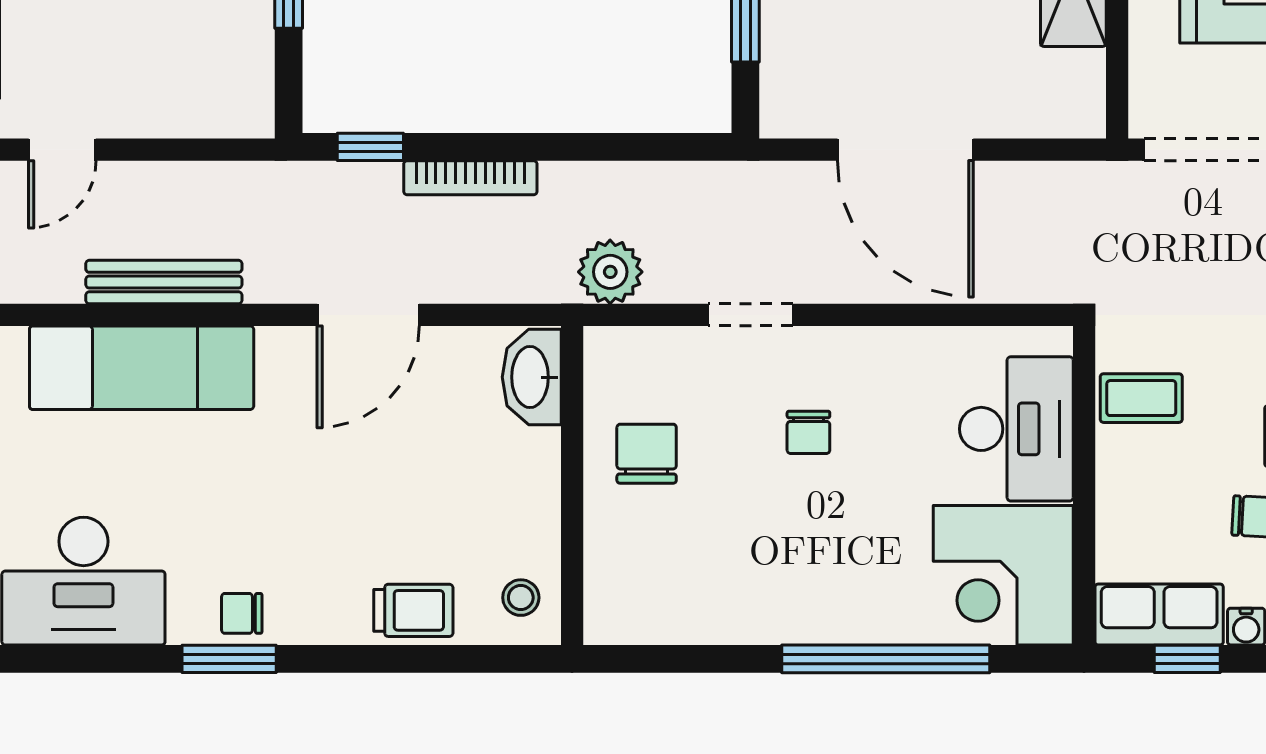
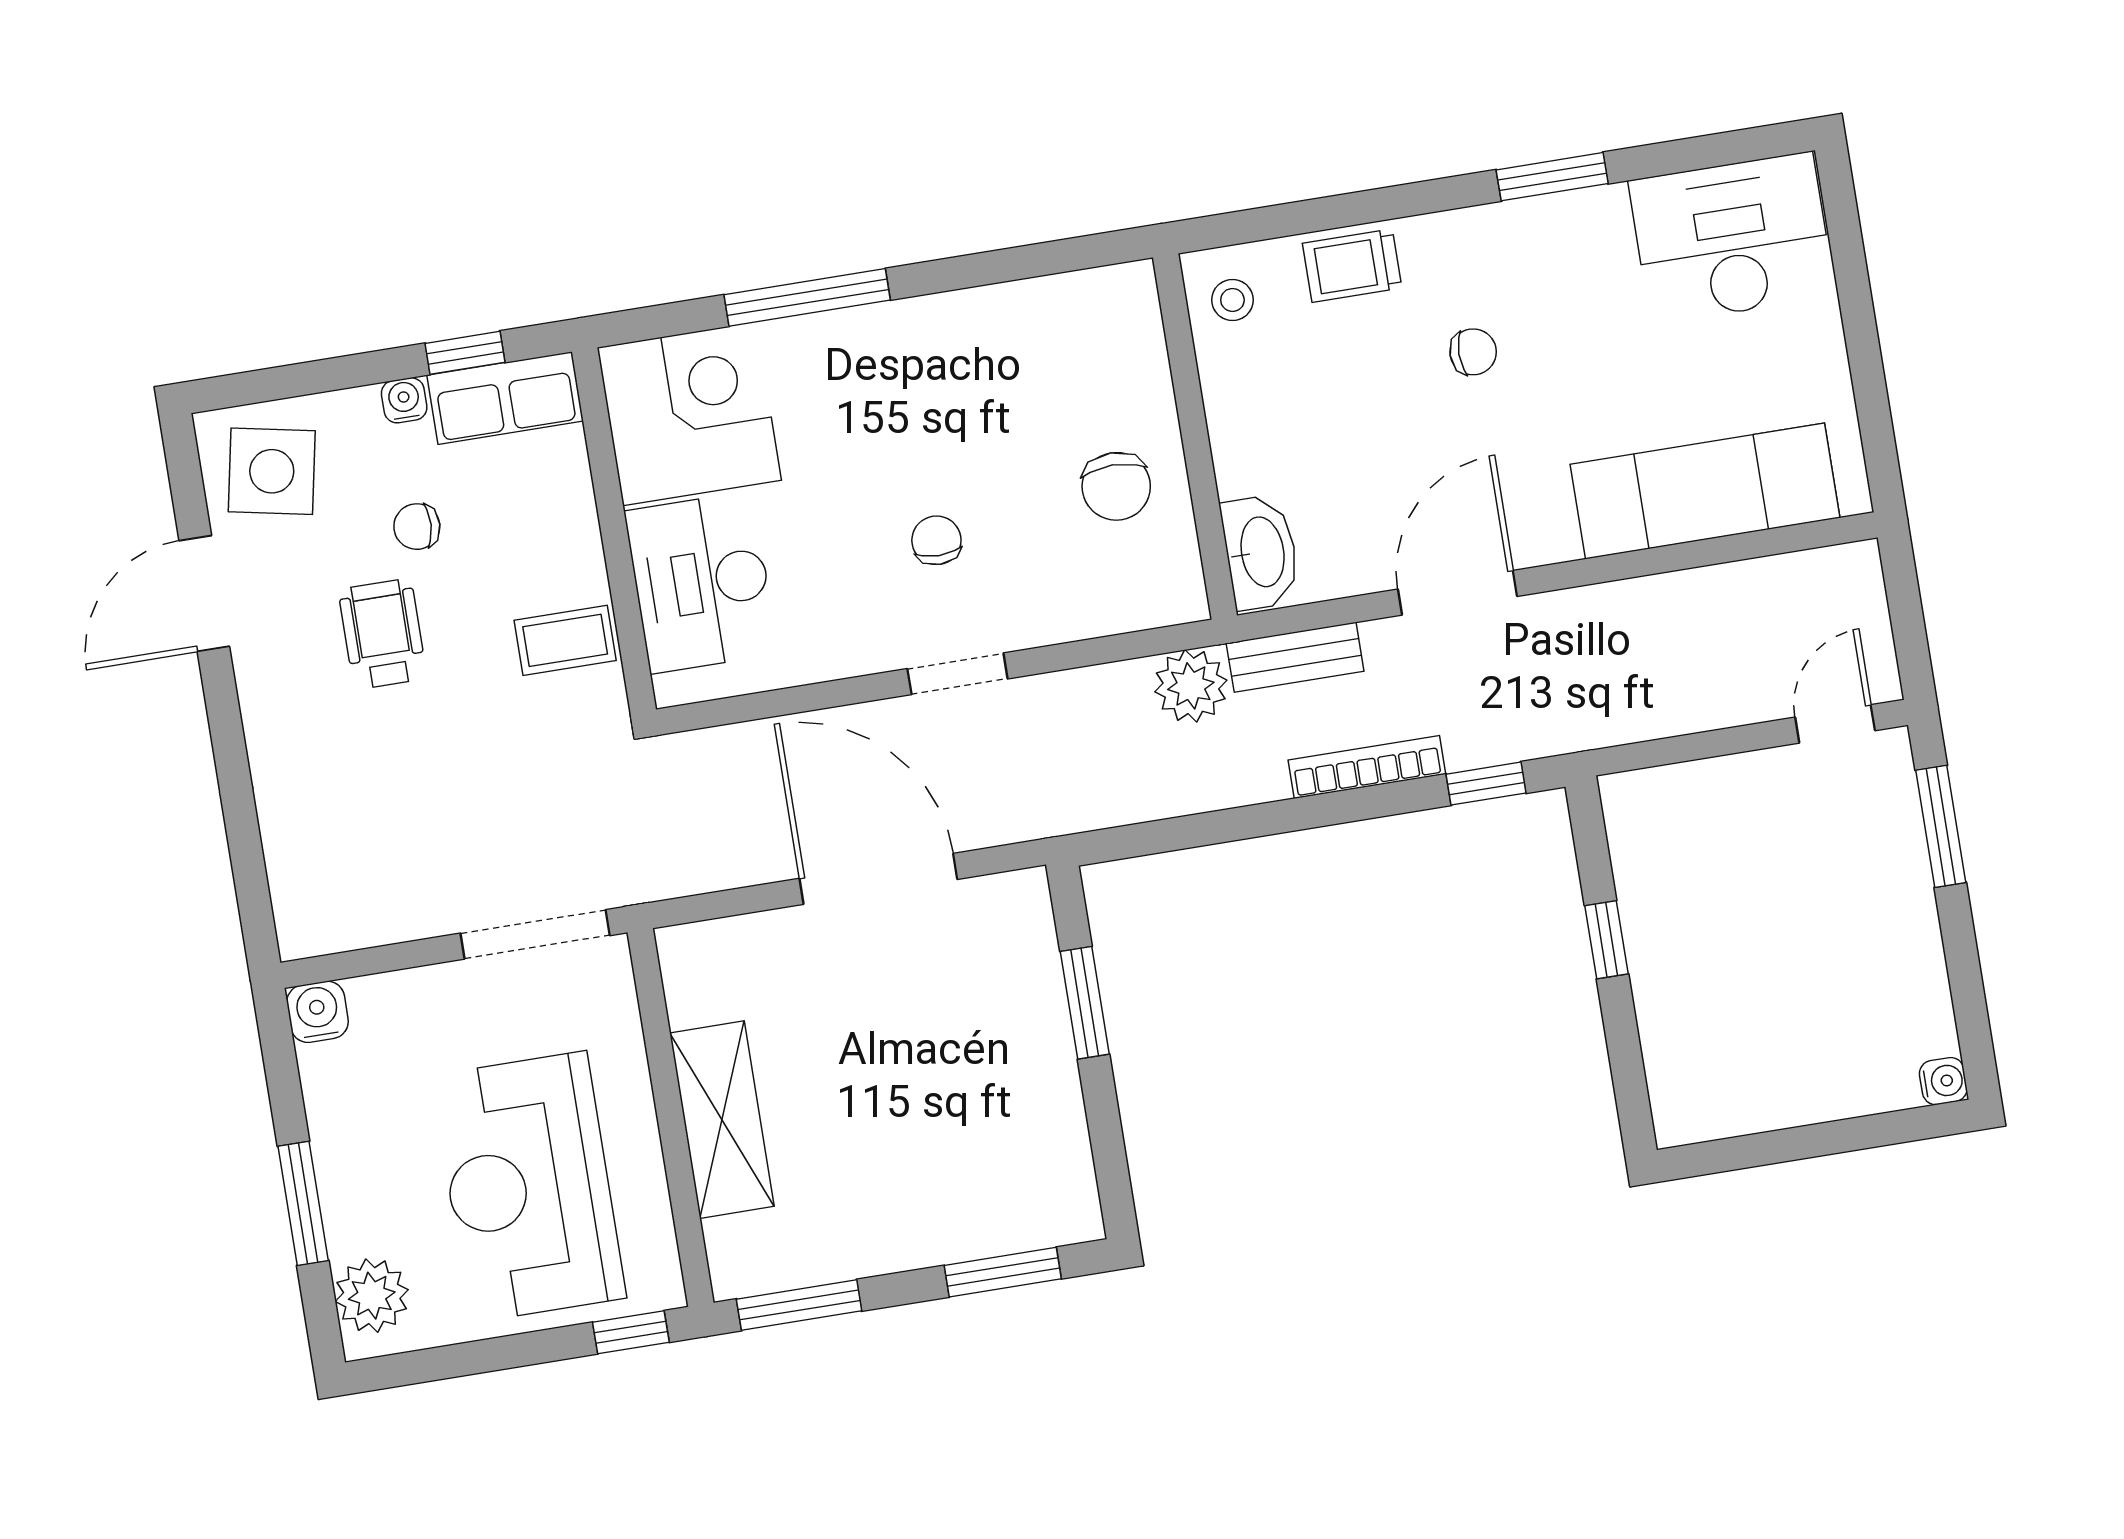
bench: (164, 282) -> (1295, 657), moved, width x0.73
doorway: (750, 315) -> (957, 674), moved
chair: (242, 613) -> (1473, 352), moved
window: (886, 659) -> (807, 297), width x0.68

